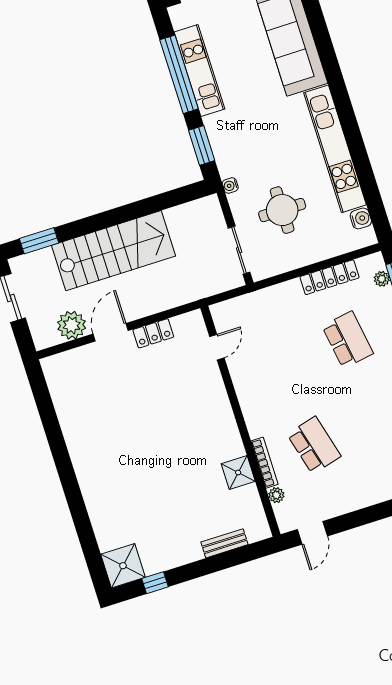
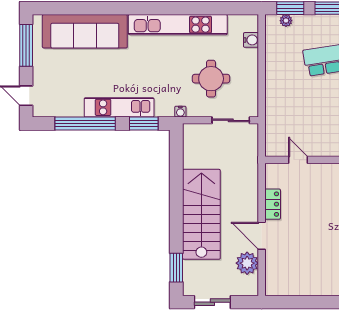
kitchen unit: (199, 70) -> (119, 107), moved
water cooler: (361, 218) -> (251, 40), moved, turned 90
locker: (329, 277) -> (272, 59), removed

